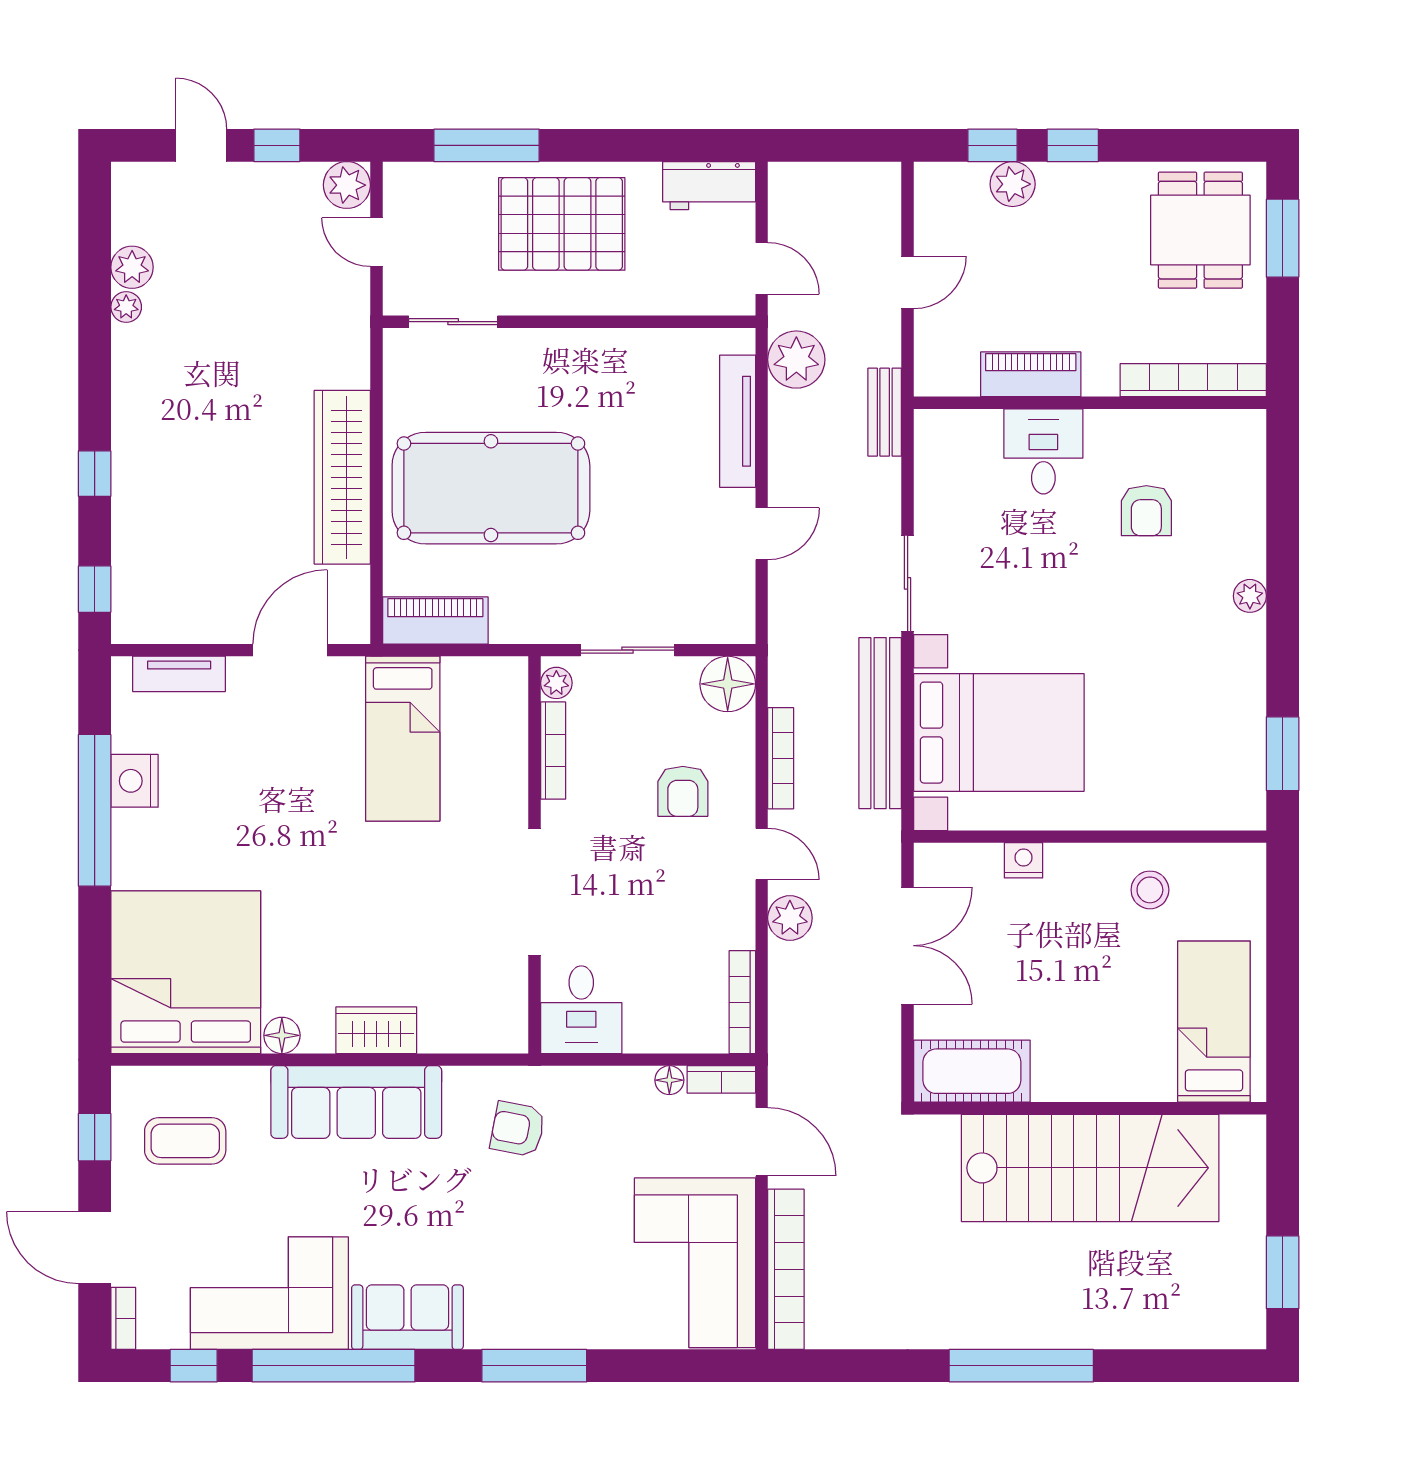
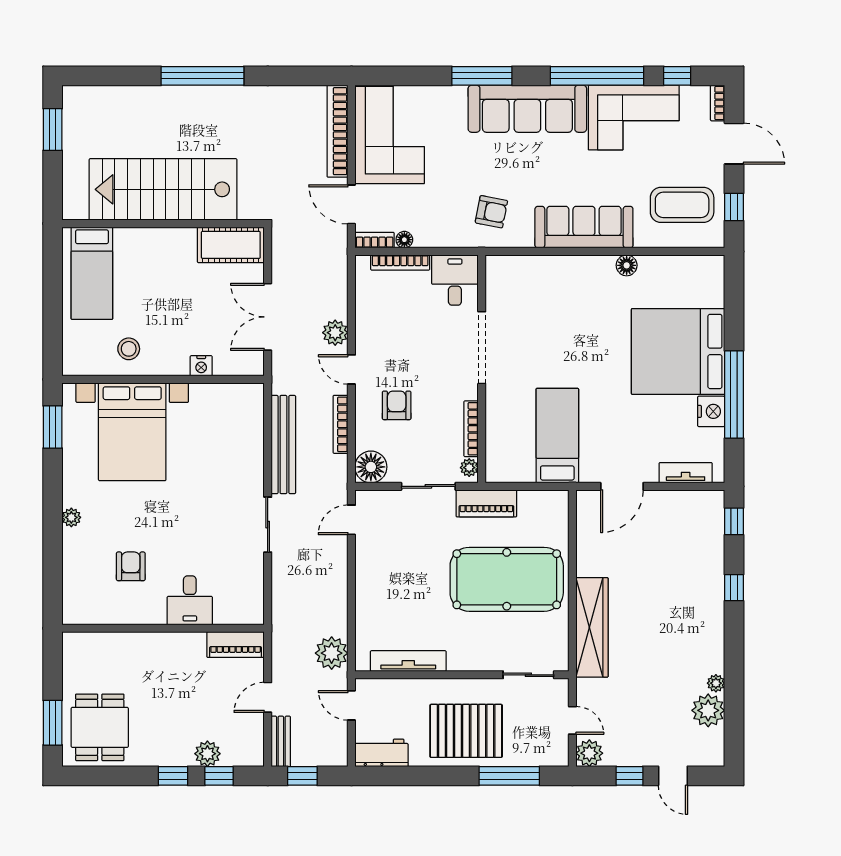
window: (847, 145) -> (302, 776), added
plant: (132, 267) -> (708, 710), width x1.36, depth x1.36
piano: (1031, 374) -> (236, 645), moved
bookcase: (1193, 380) -> (104, 641), removed
bench: (885, 412) -> (281, 741), moved
tv unit: (738, 421) -> (408, 661), moved, turned -90
wardrobe: (342, 477) -> (592, 627), moved
door: (762, 534) -> (351, 520), moved
piano: (435, 620) -> (486, 503), moved
bed with nightstands: (999, 733) -> (132, 432), moved, turned -90
bed: (186, 972) -> (678, 351), moved, turned 90
bookcase: (742, 1002) -> (400, 263), moved, turned 90
wardrobe: (376, 1030) -> (573, 268), removed
coffee table: (185, 1141) -> (682, 205), width x1.36, depth x1.32
sofa: (407, 1317) -> (527, 109), width x1.85, depth x1.27

